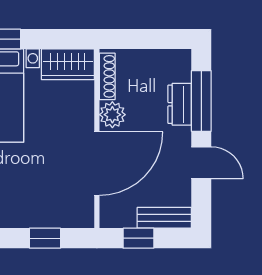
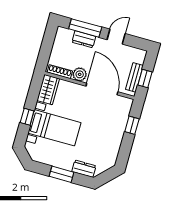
bench: (164, 218) -> (134, 77), moved

